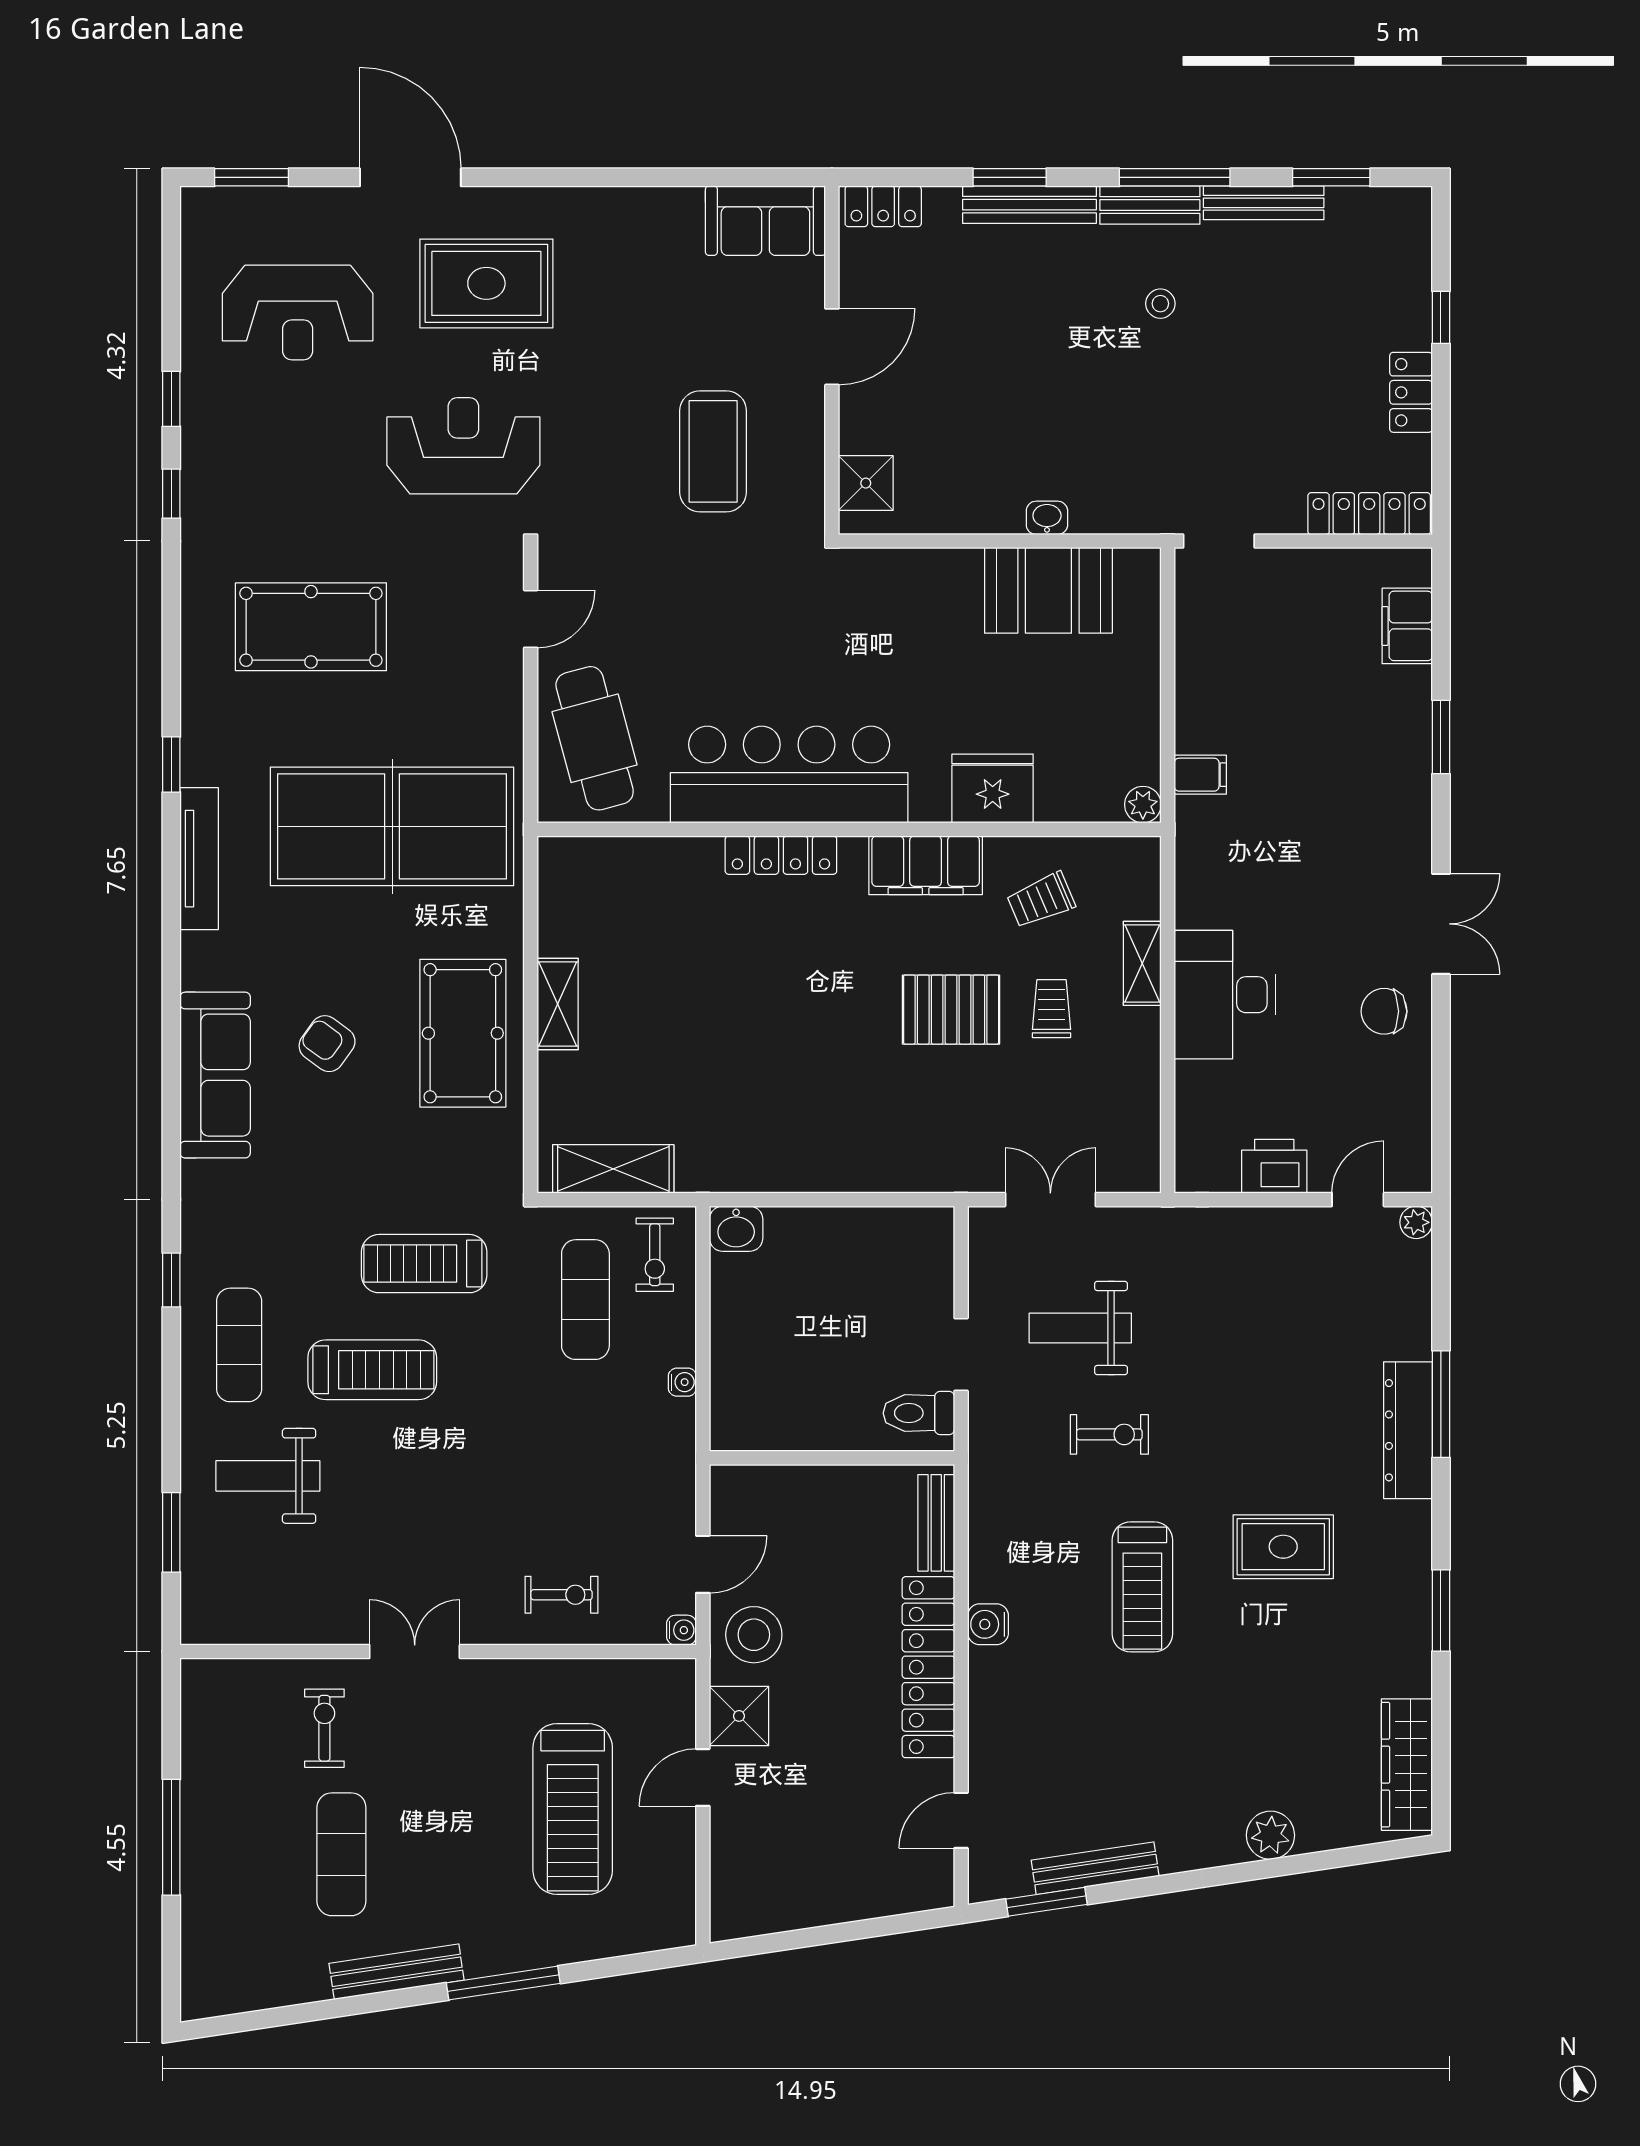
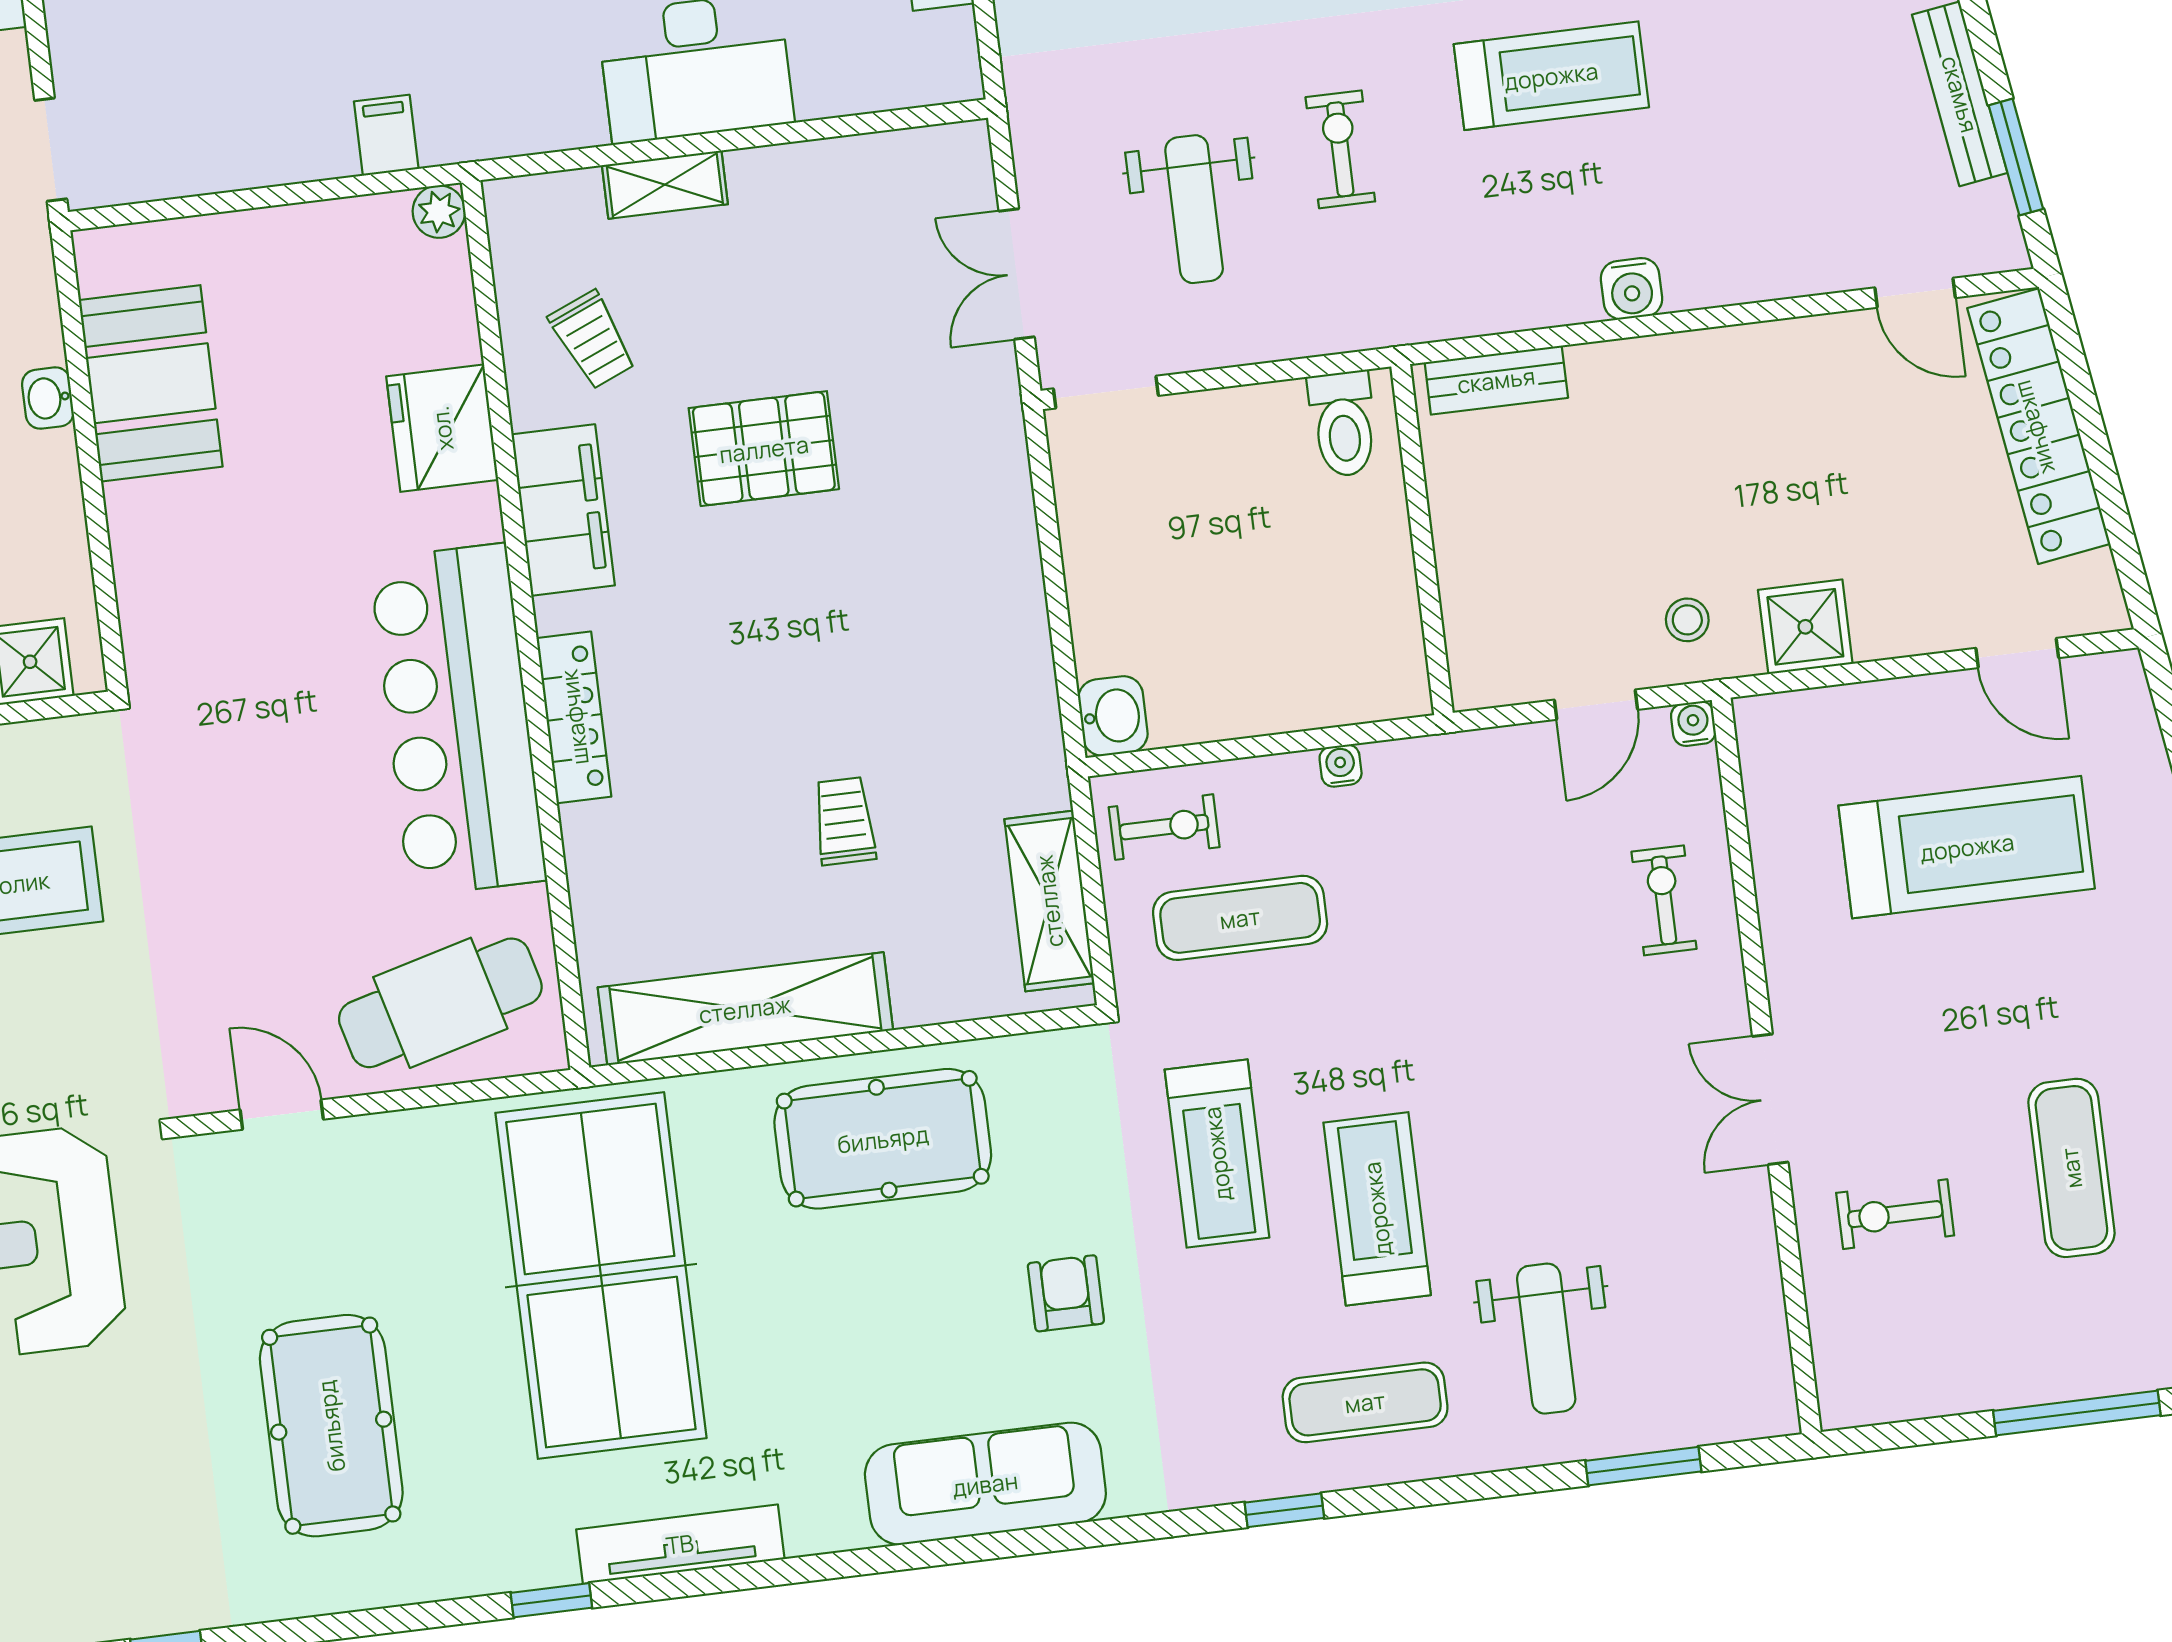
shelving: (558, 1004) -> (745, 1009), width x2.20, depth x1.33
trolley: (1052, 1009) -> (844, 821), moved, turned 90
pallet: (951, 1010) -> (764, 449), turned 90
armchair: (327, 1044) -> (1066, 1293), moved, turned 144
doorway: (961, 1355) -> (1106, 392), moved
door: (703, 1564) -> (1596, 705), swing flipped
stool: (754, 1635) -> (1687, 620), width x0.53, depth x0.53
locker: (928, 1667) -> (2039, 426), moved, turned 81
door: (703, 1777) -> (2017, 653), moved
exercise mat: (341, 1854) -> (2071, 1168), turned 90

